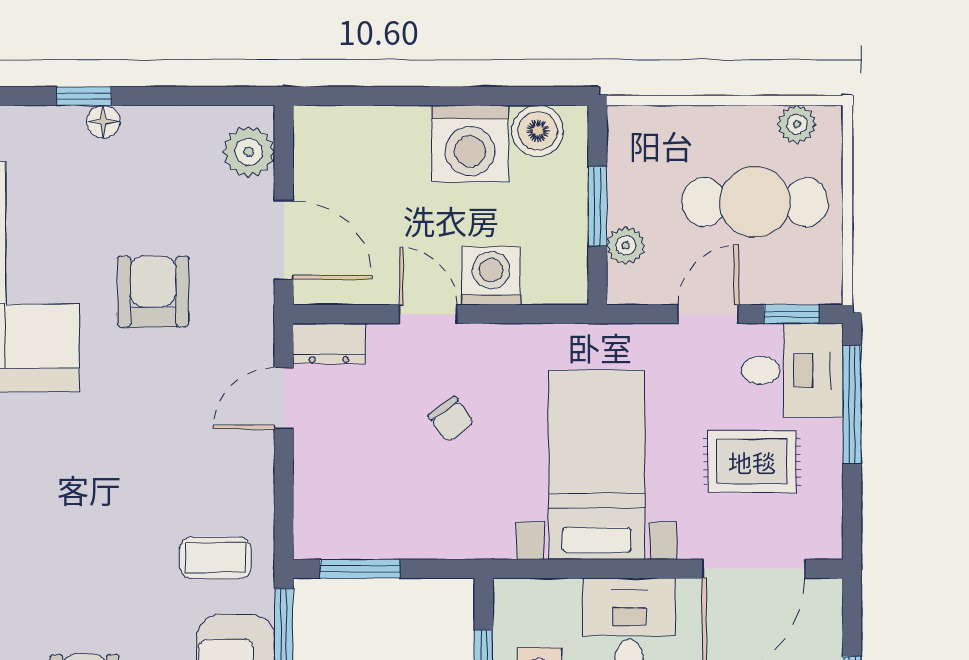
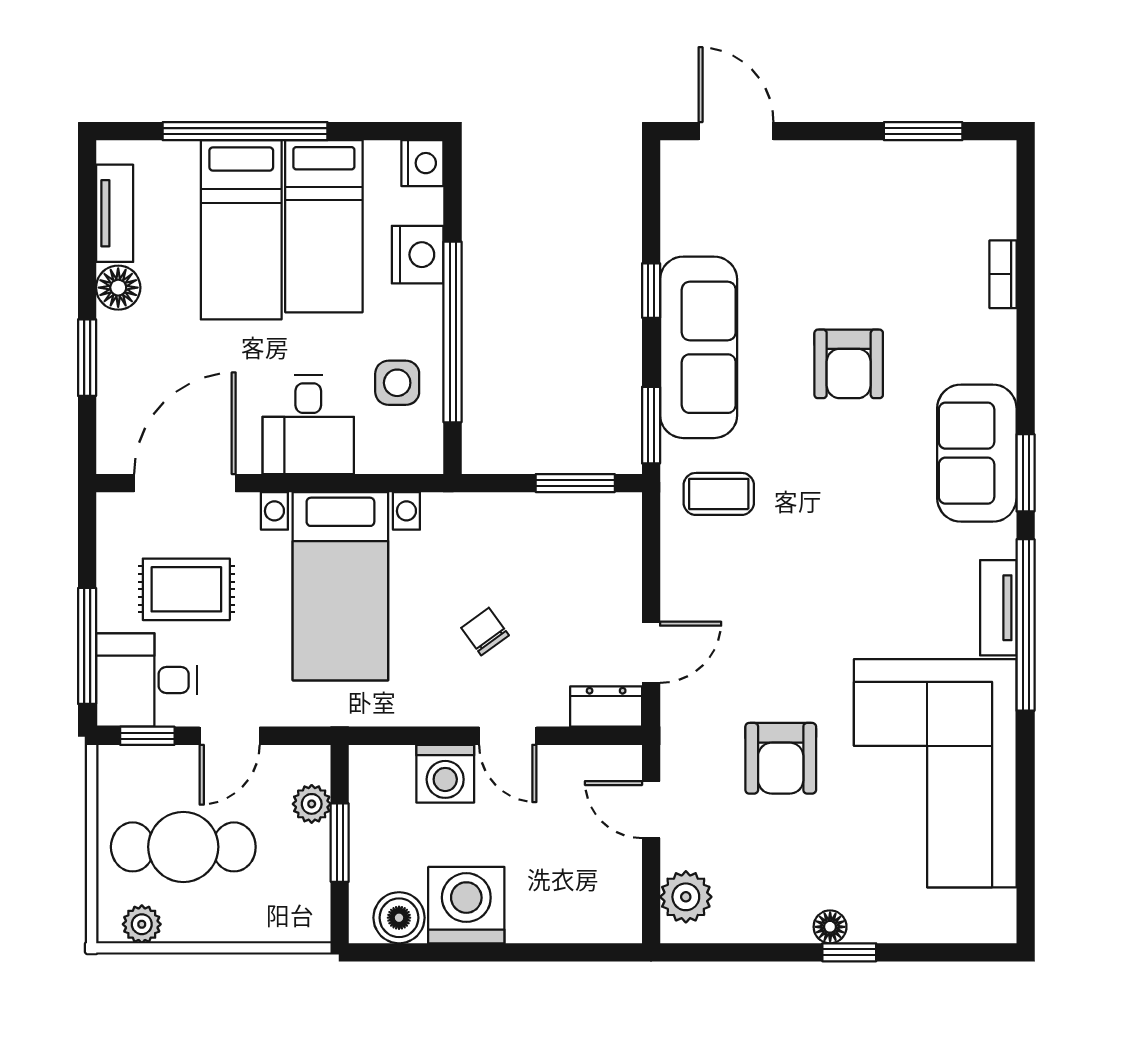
door: (284, 240) -> (651, 810), width x0.73

